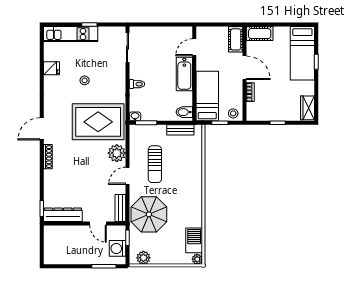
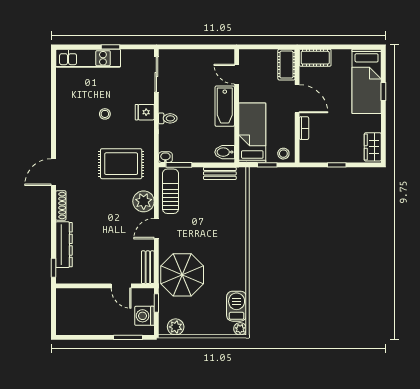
door: (194, 47) -> (237, 74), hinge flipped
fridge: (52, 68) -> (145, 112), moved, turned 180
rug: (98, 122) -> (121, 164), width x0.73, depth x0.69
sun lounger: (155, 164) -> (170, 191), moved, turned 180
dresser: (63, 215) -> (64, 245), moved, turned 90

